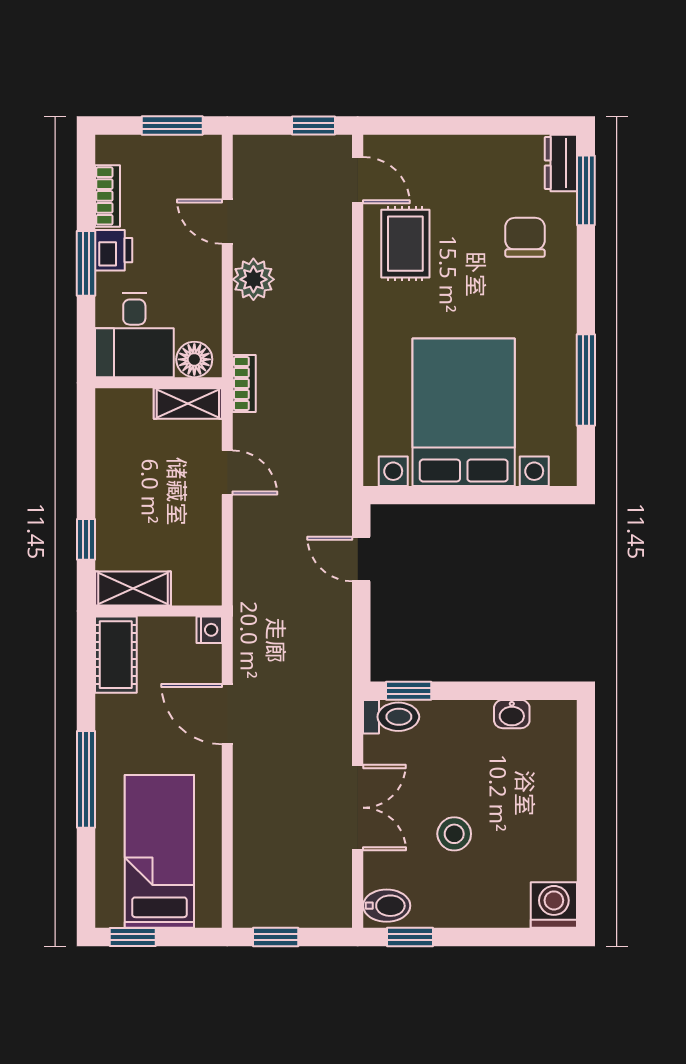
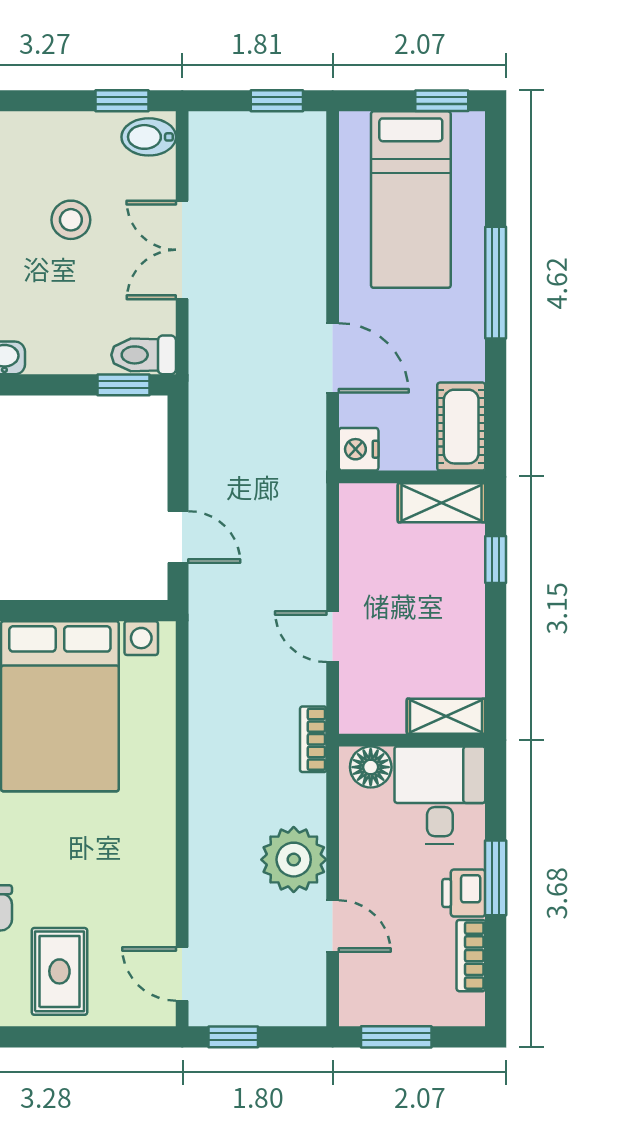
rug: (405, 244) -> (59, 971), moved
plant: (253, 279) -> (294, 860), width x1.36, depth x1.36
shelving: (188, 403) -> (446, 716), moved
nightstand: (209, 630) -> (359, 449), width x1.39, depth x1.35

